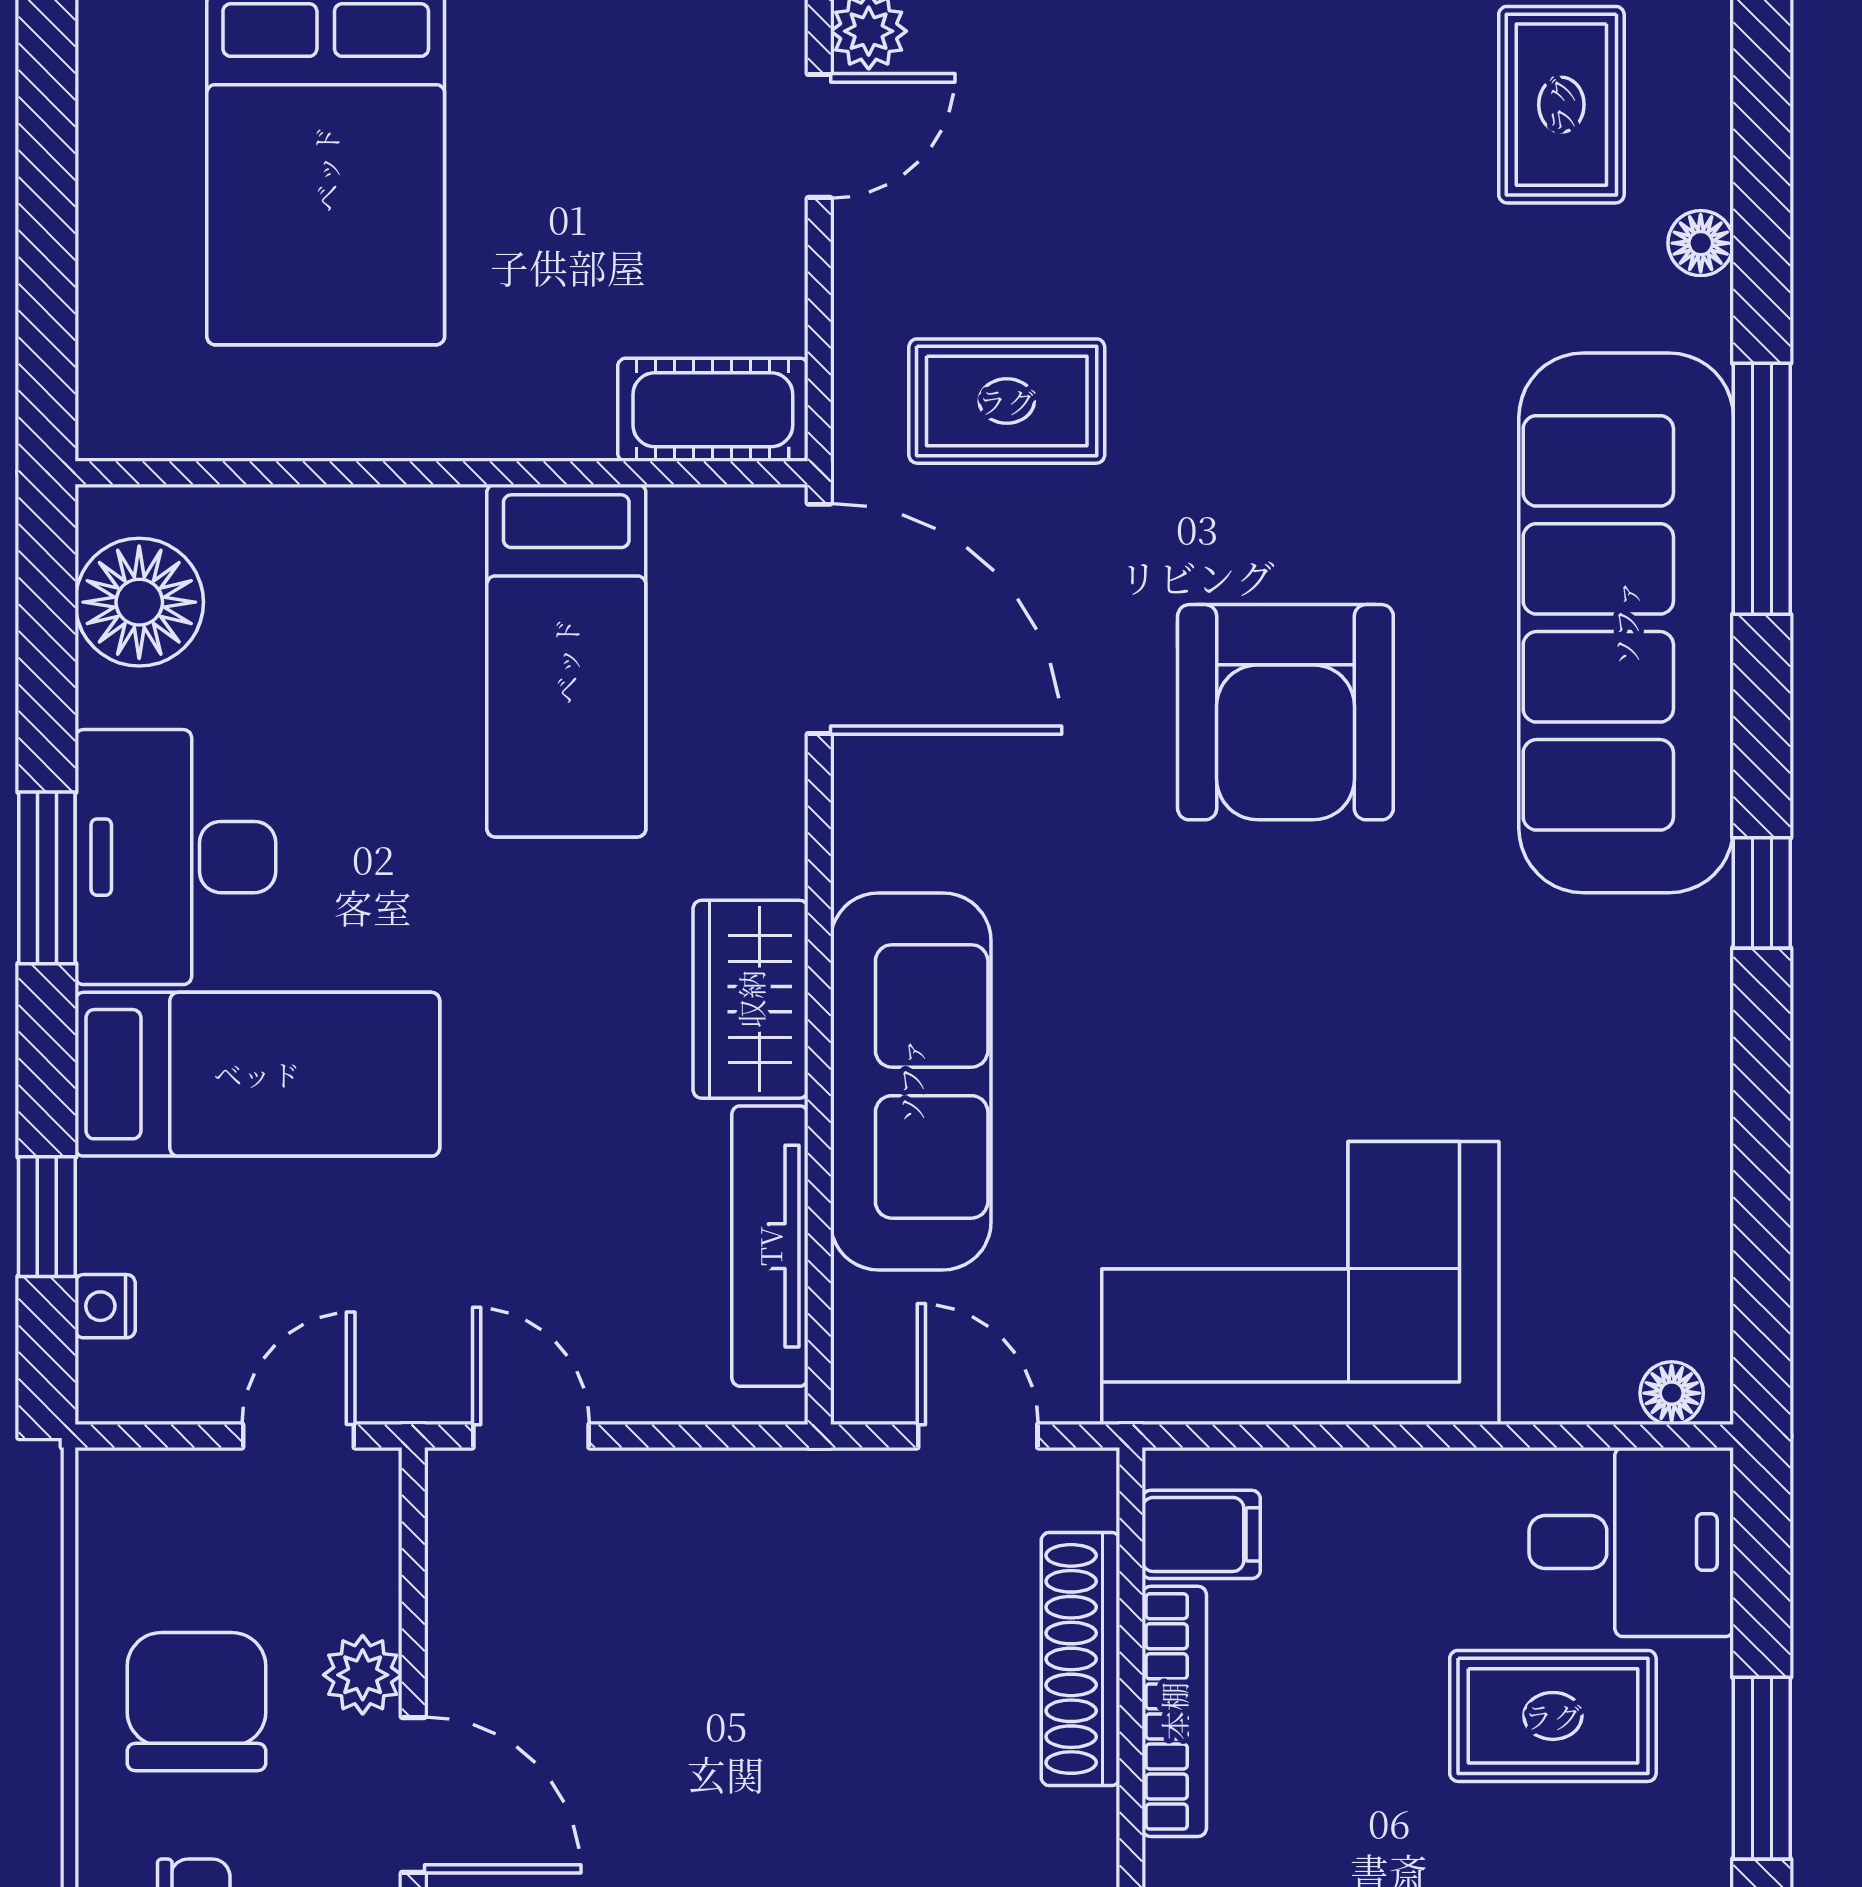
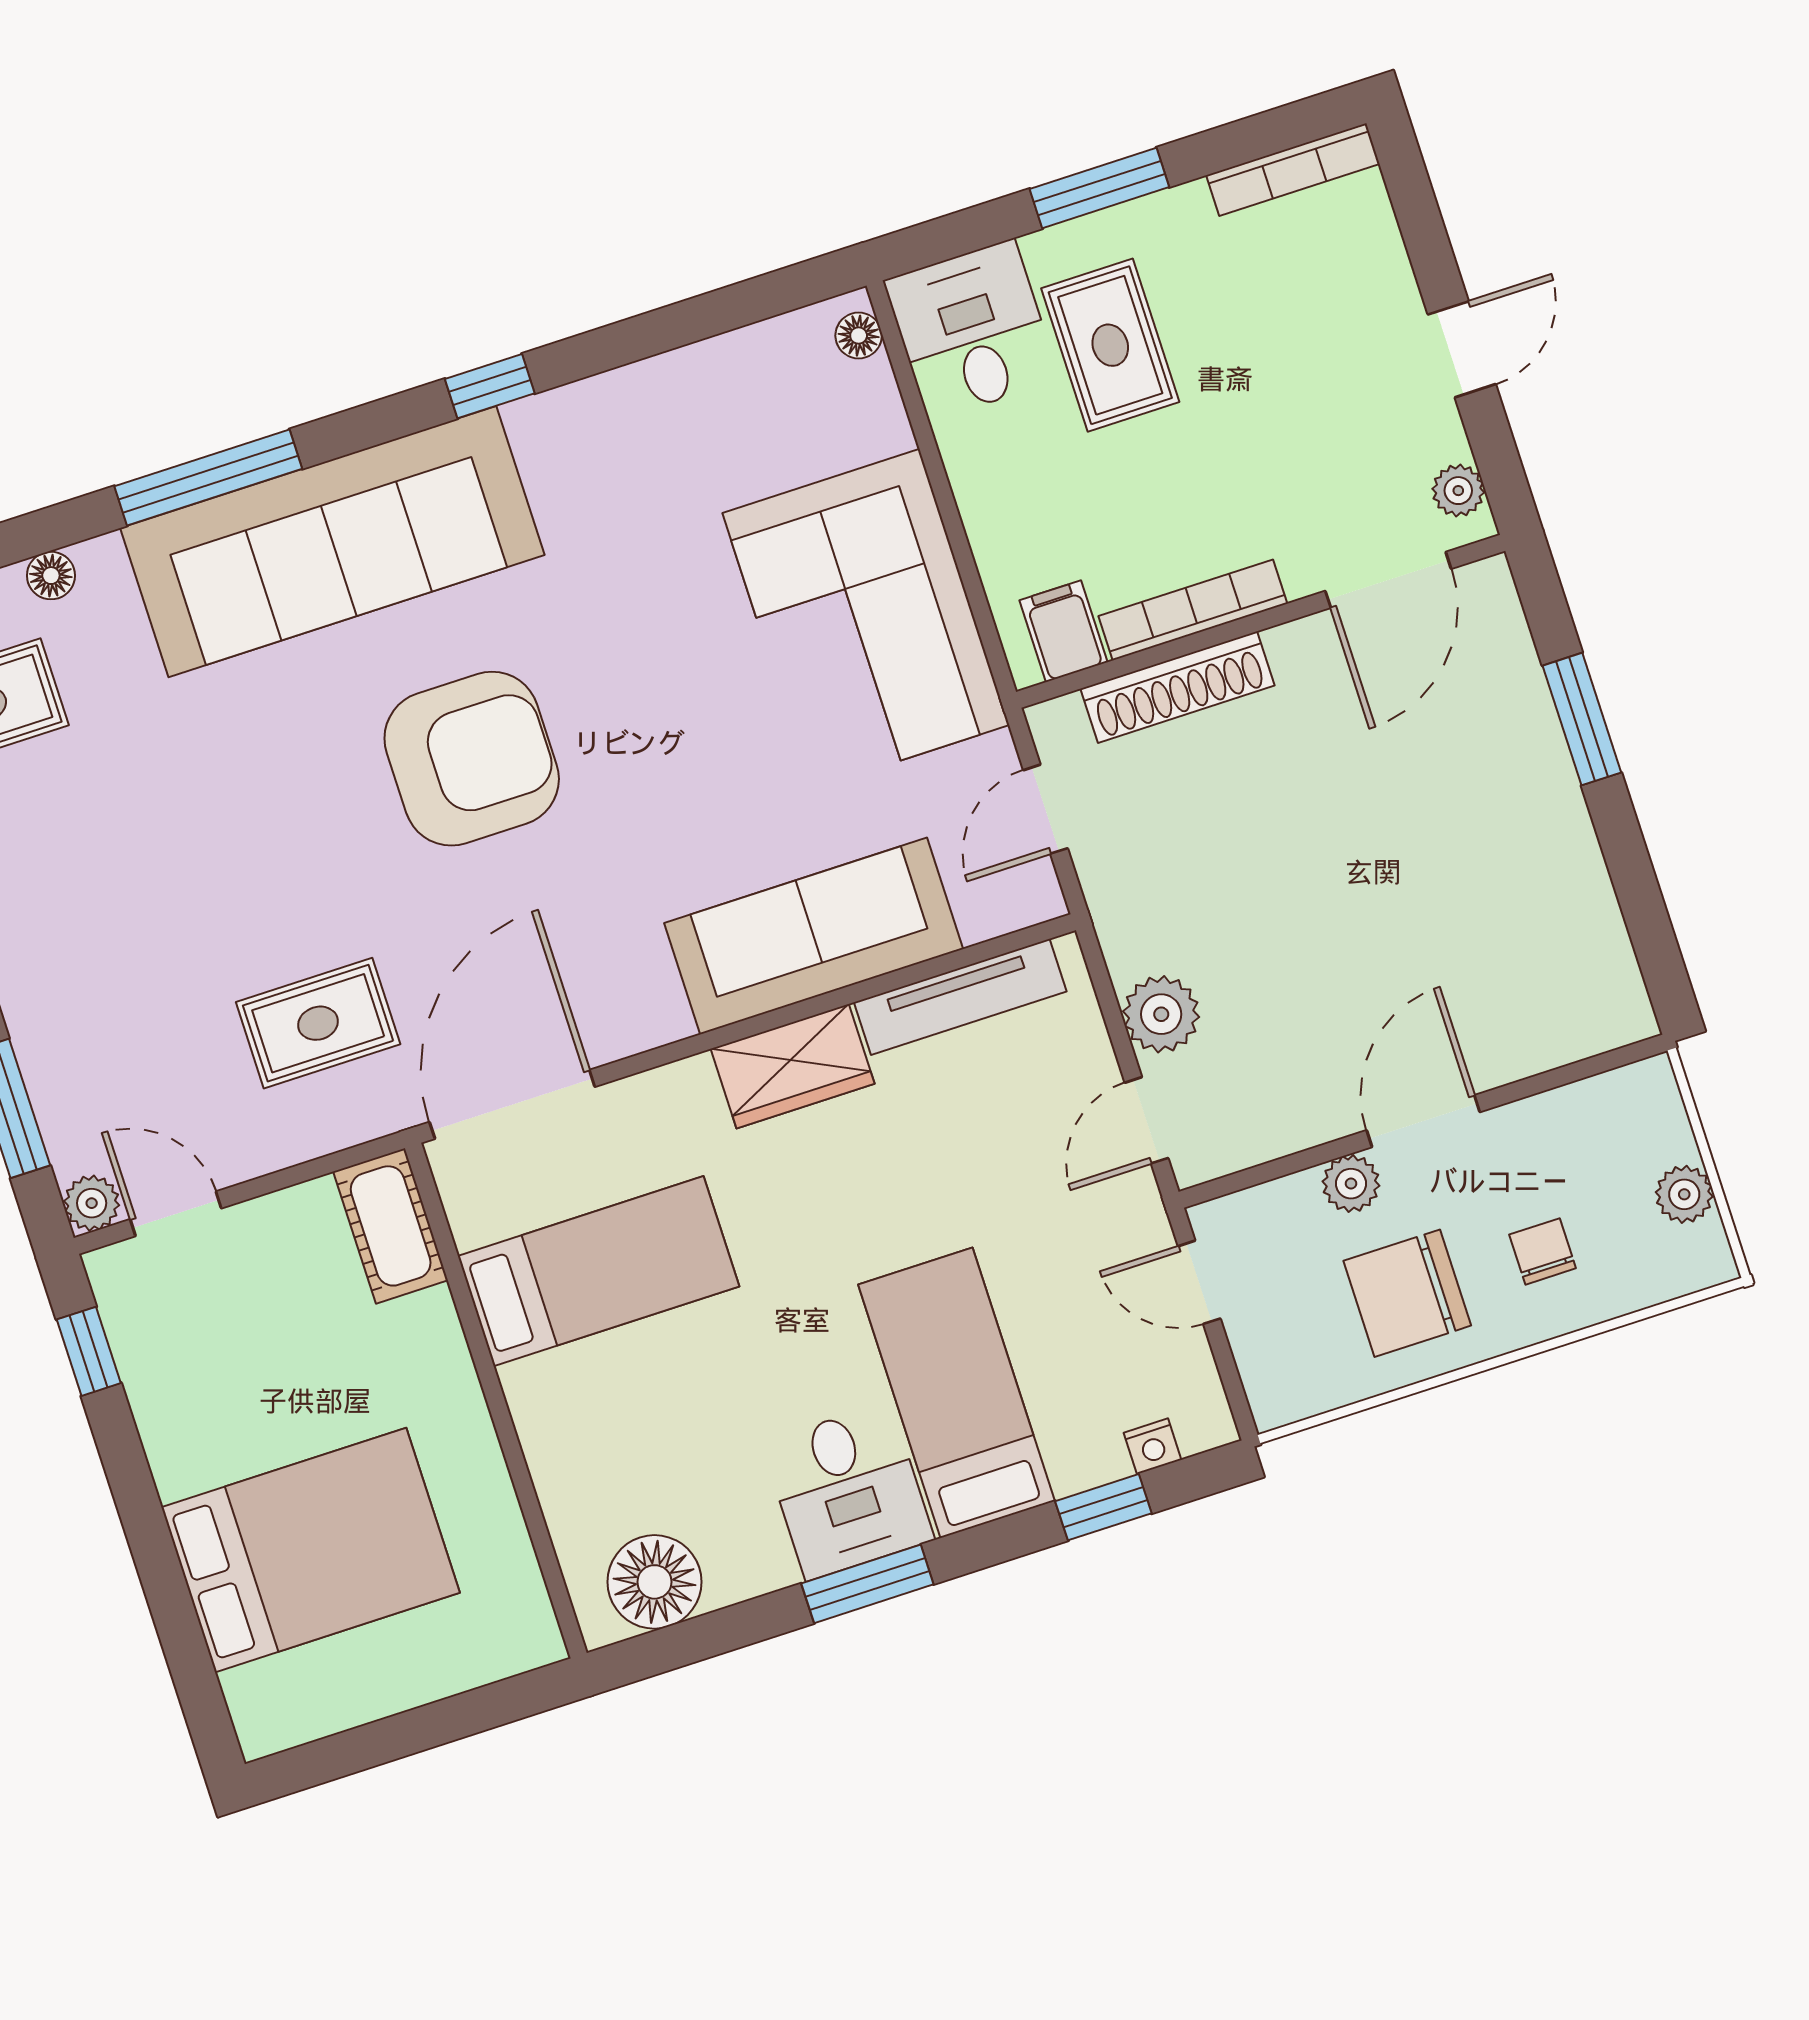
rug: (1007, 401) -> (318, 1023), turned 90
desk: (175, 857) -> (848, 1491), width x0.73
plant: (663, 1500) -> (1161, 1014), added

